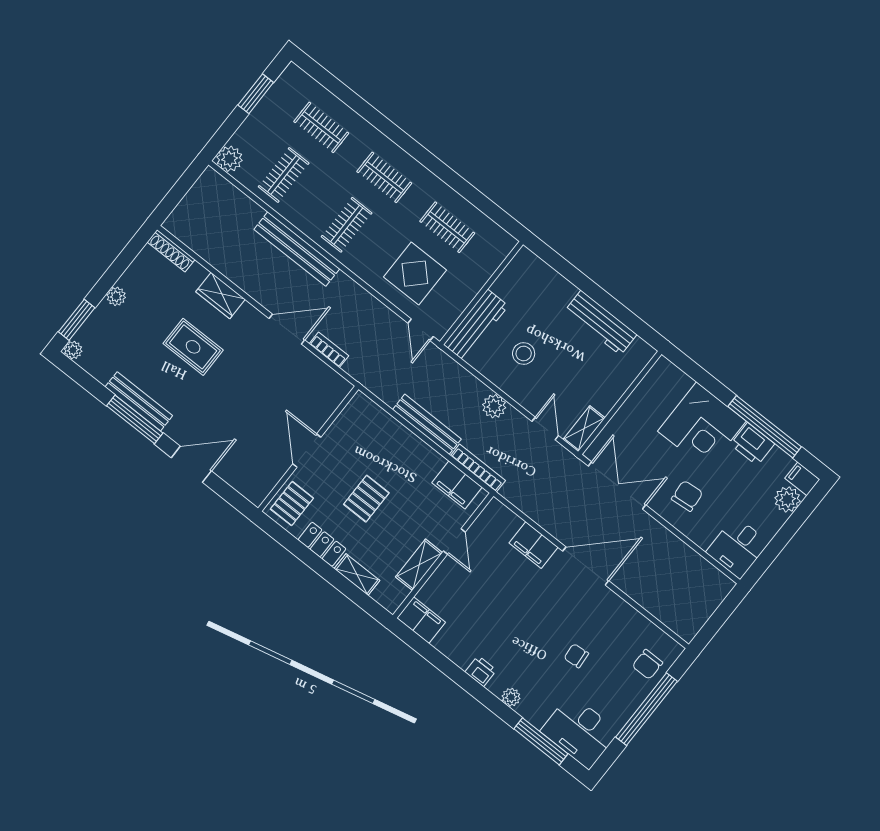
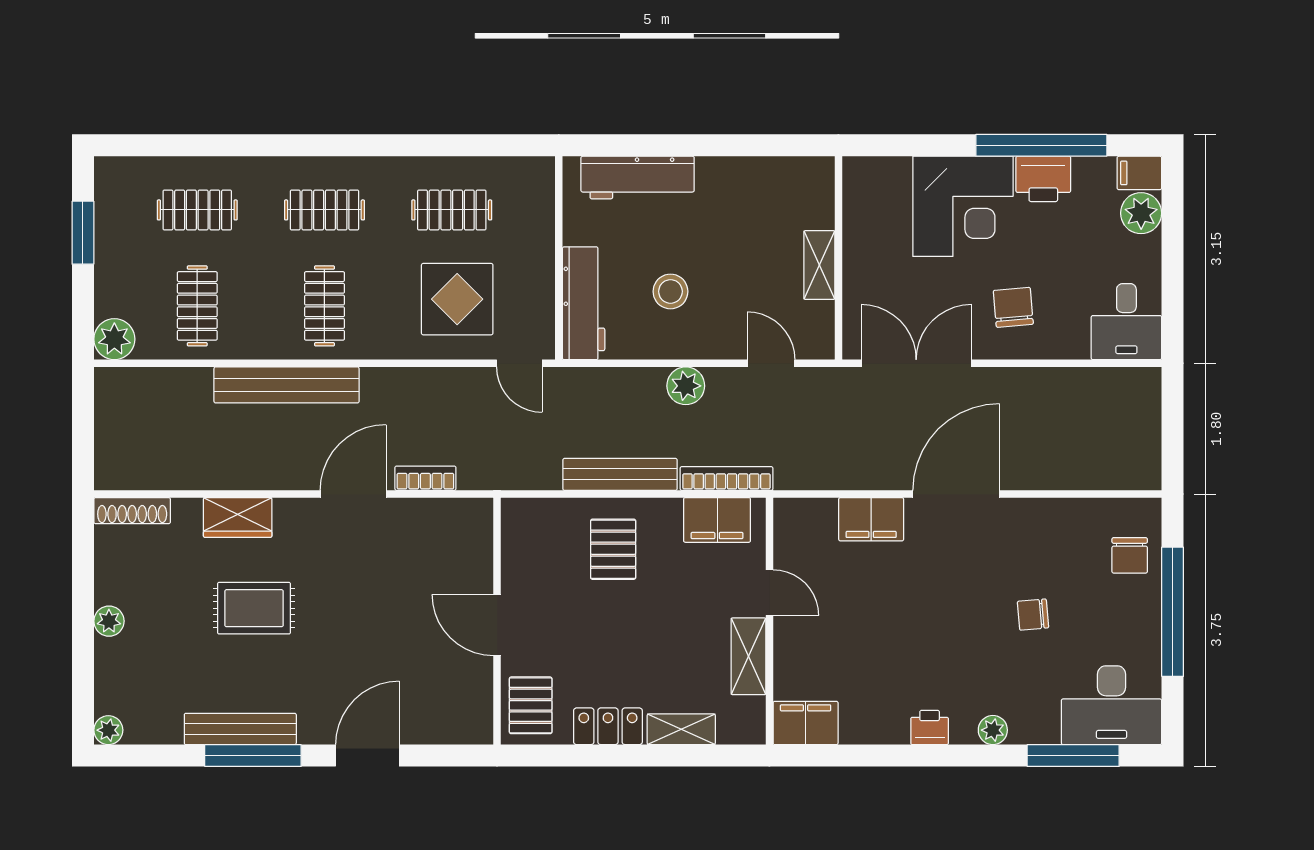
window: (77, 320) -> (83, 689), removed
workbench: (601, 323) -> (638, 178), moved
shelving: (584, 429) -> (819, 265), moved
pallet: (366, 499) -> (613, 549), moved

